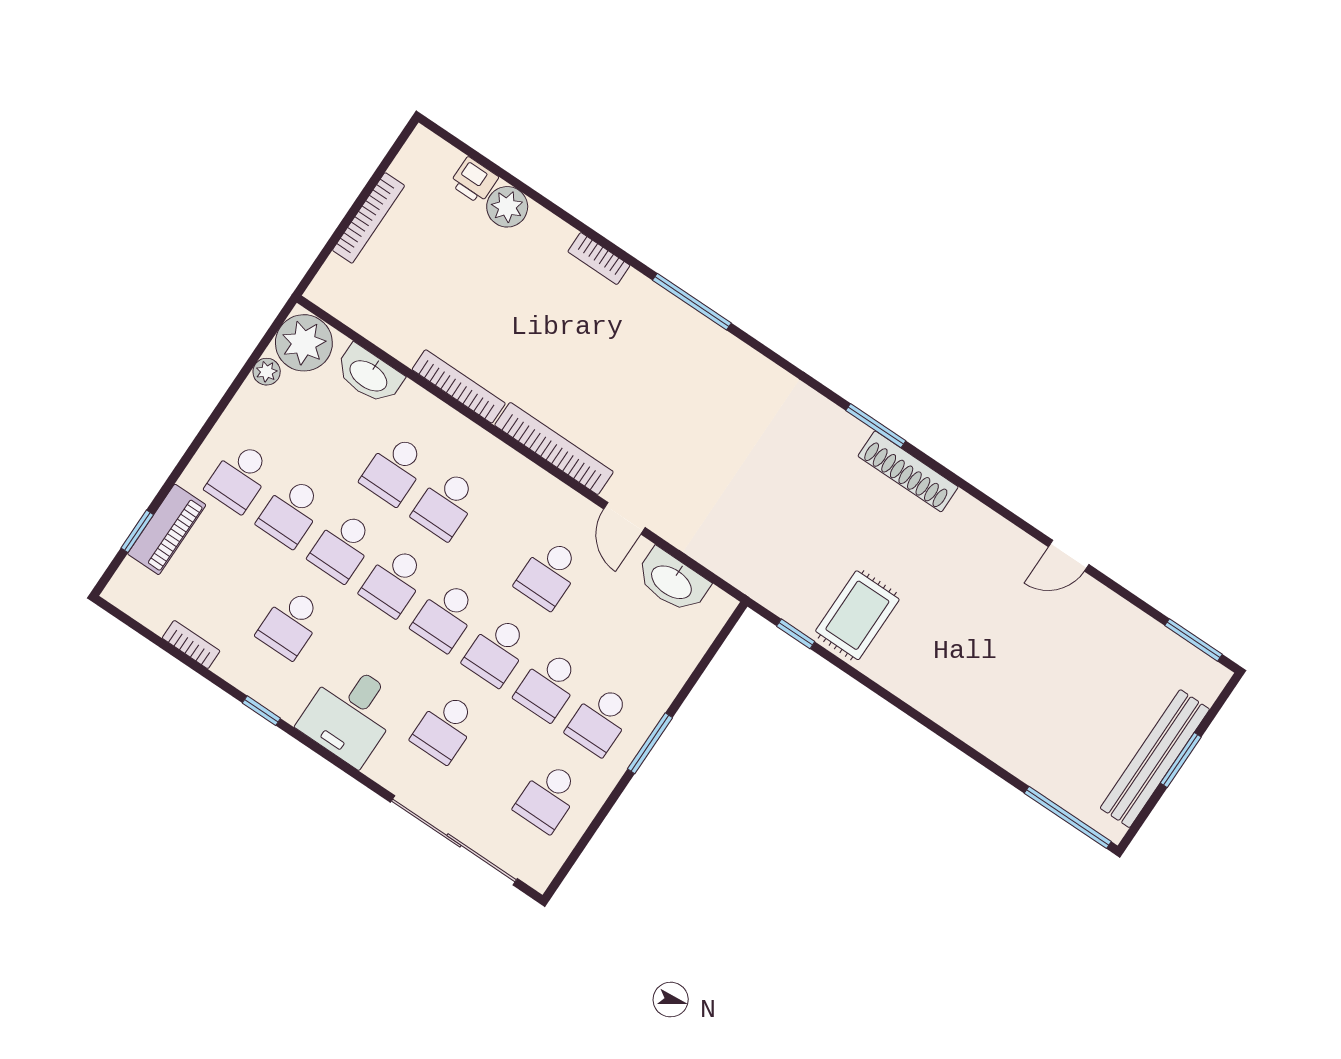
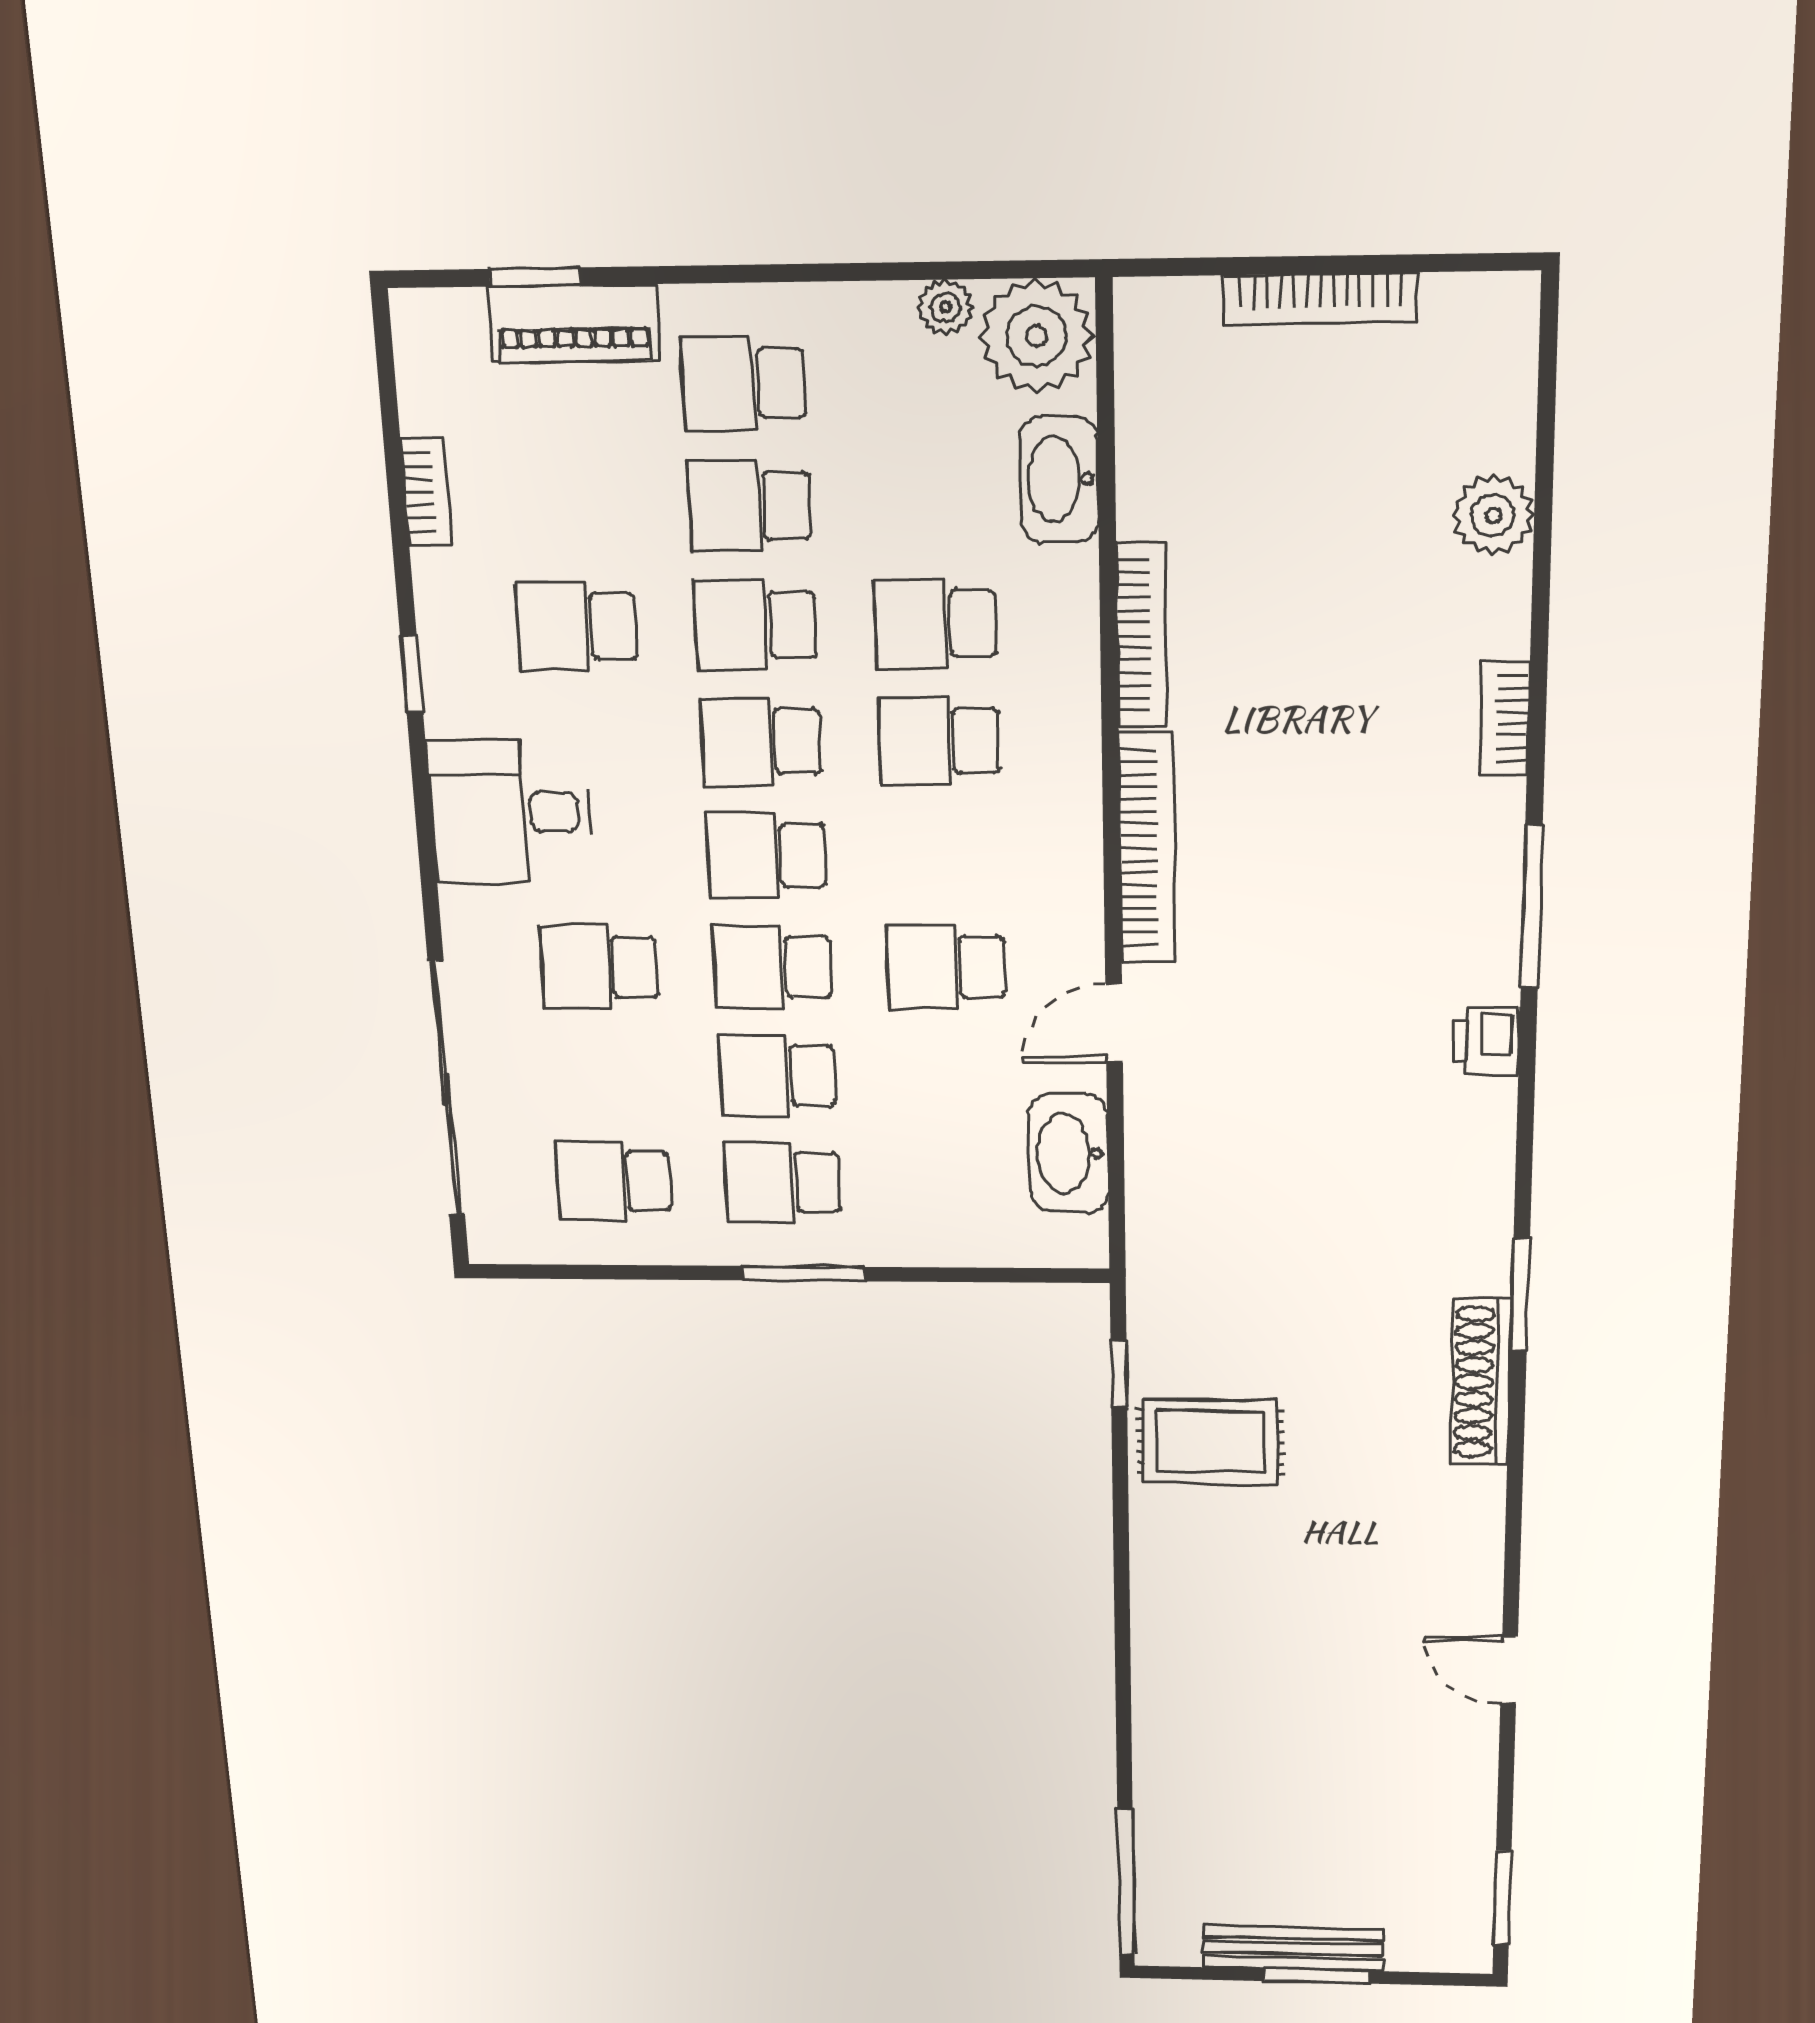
printer: (474, 181) -> (1486, 1041), moved
bench: (1155, 759) -> (1294, 1948), width x0.73, depth x0.82

